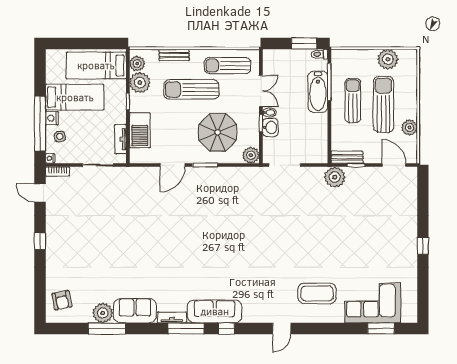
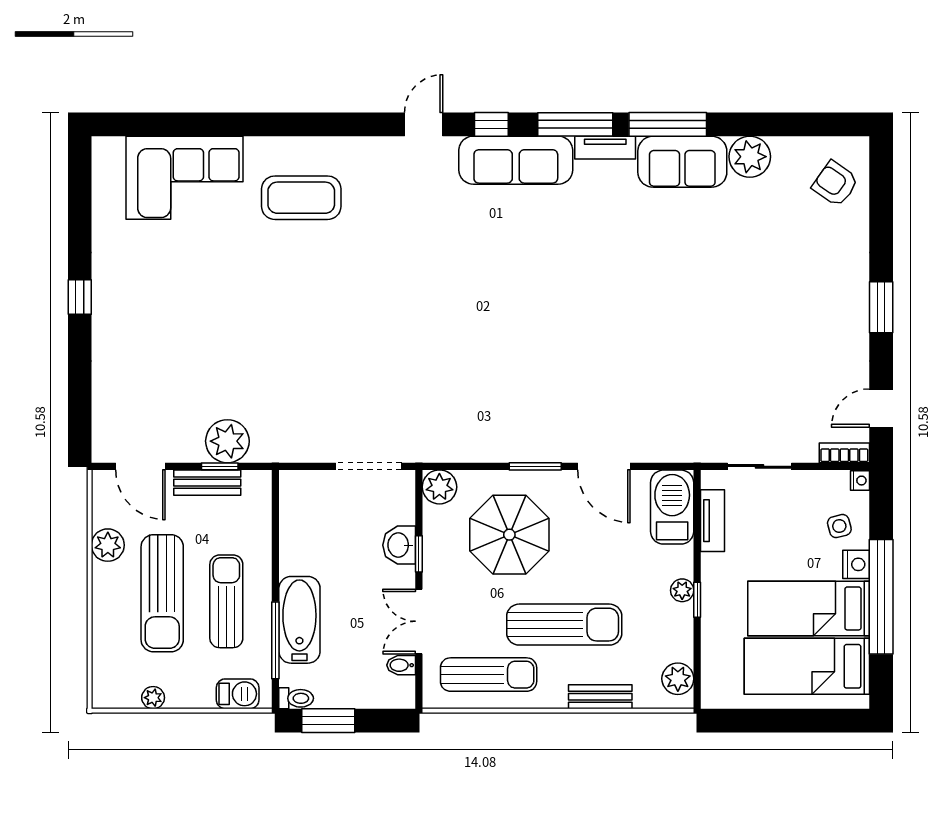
barbecue: (347, 56) -> (238, 694), added
plant: (388, 59) -> (153, 698), width x0.53, depth x0.53
bed: (96, 65) -> (807, 666), moved, turned 180
plant: (140, 83) -> (682, 590), moved, width x0.53, depth x0.53
sun lounger: (353, 101) -> (226, 601), turned 180
bidet: (269, 113) -> (401, 665), moved
window: (40, 124) -> (881, 597), moved
barbecue: (140, 130) -> (672, 507), moved
bench: (347, 157) -> (207, 483), moved
door: (172, 165) -> (604, 466), swing flipped
plant: (335, 177) -> (227, 441), moved
door: (40, 193) -> (881, 408), swing flipped
window: (40, 241) -> (881, 307), width x1.50
armchair: (62, 300) -> (835, 184), turned -44
window: (107, 329) -> (668, 124), moved
door: (282, 329) -> (424, 124), moved
window: (381, 329) -> (167, 124), removed

